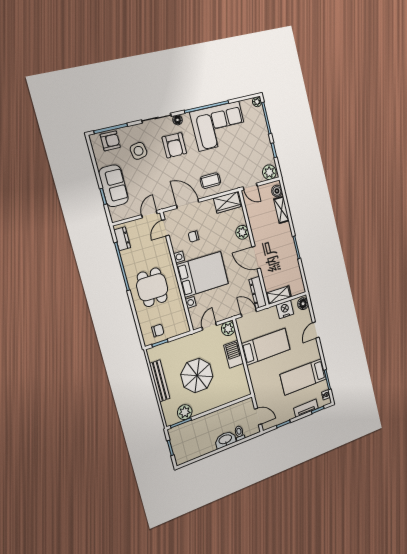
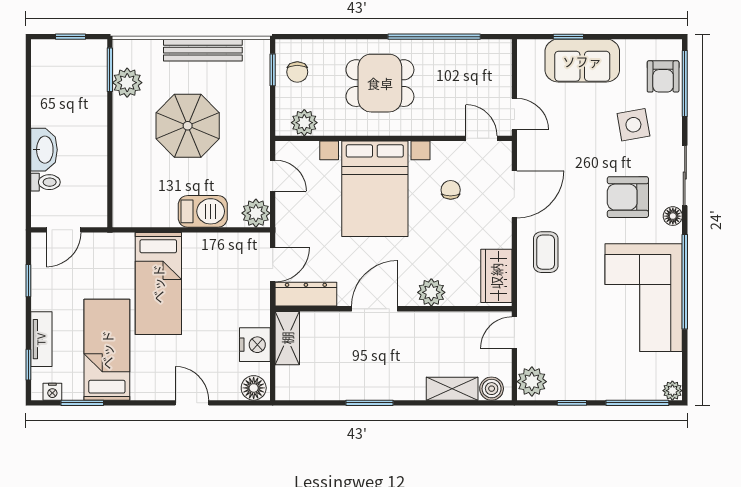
dresser: (122, 239) -> (484, 51), removed
plant: (181, 319) -> (304, 123), added
bed: (266, 347) -> (158, 284), moved

